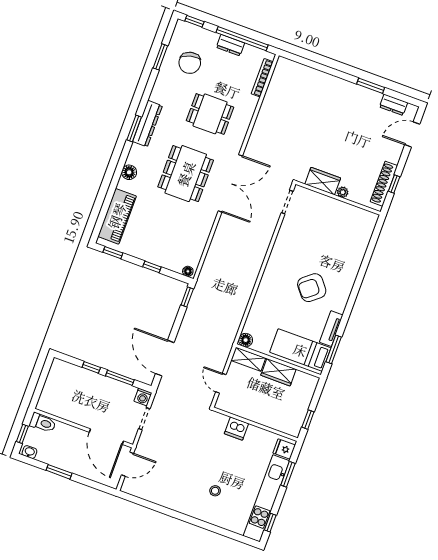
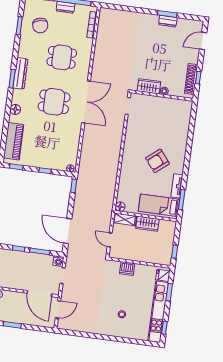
dresser: (393, 105) -> (168, 21), moved
dining table: (186, 174) -> (54, 102), width x0.73

